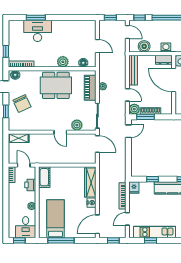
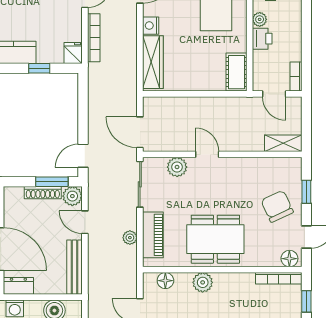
printer: (30, 185) -> (262, 39), moved

